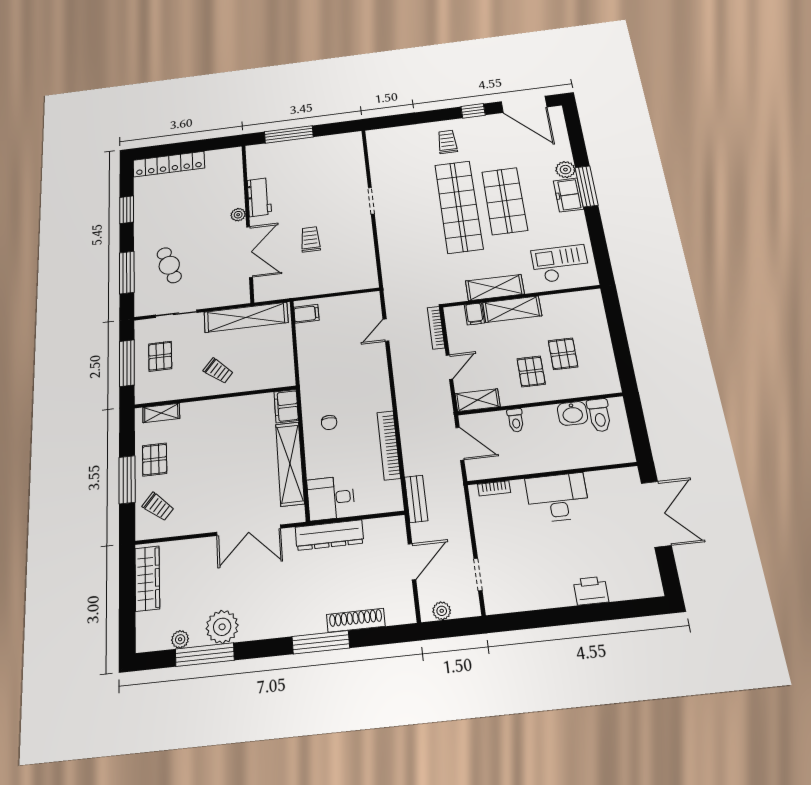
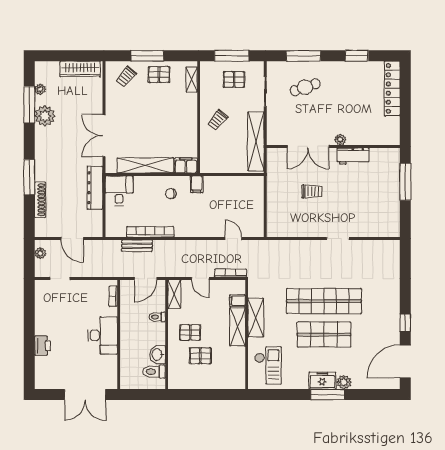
trolley: (447, 142) -> (381, 300), removed
filing cabinet: (306, 314) -> (197, 184), moved
bench: (416, 499) -> (137, 246), moved

